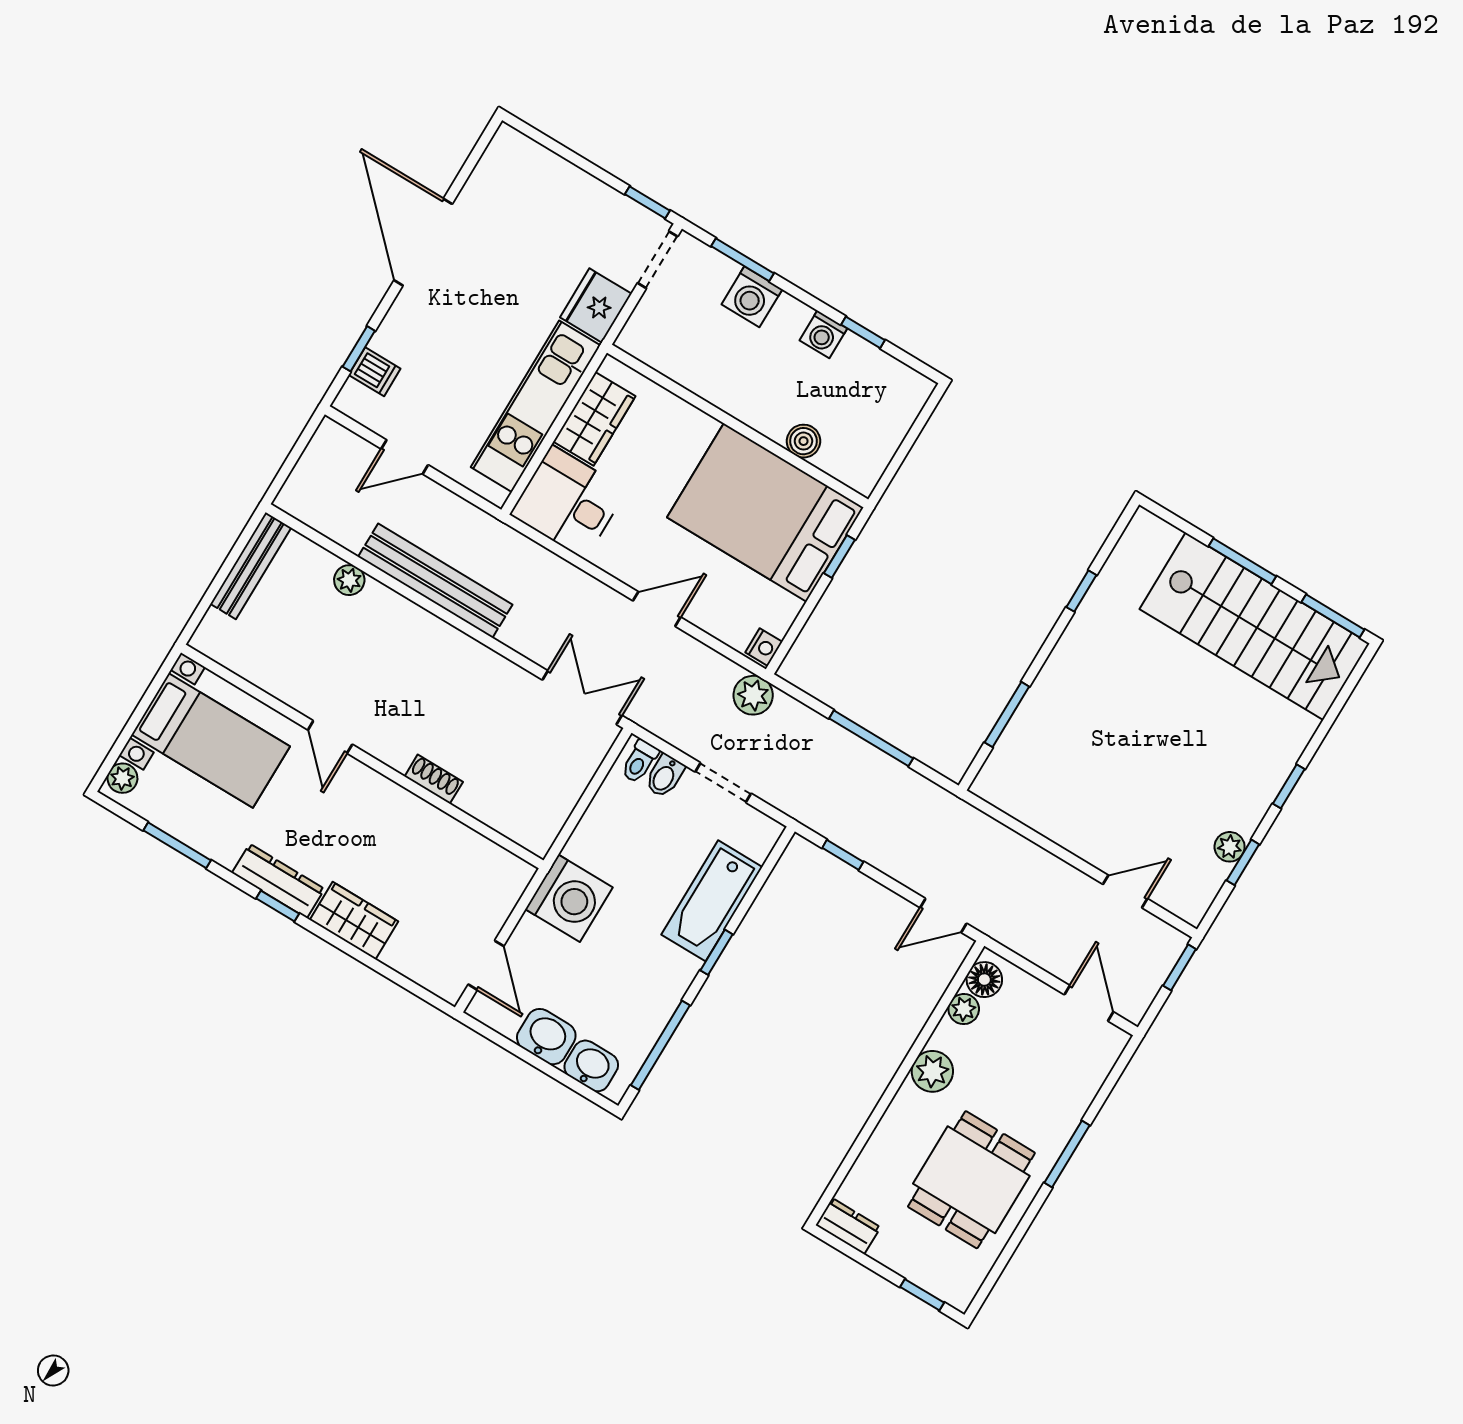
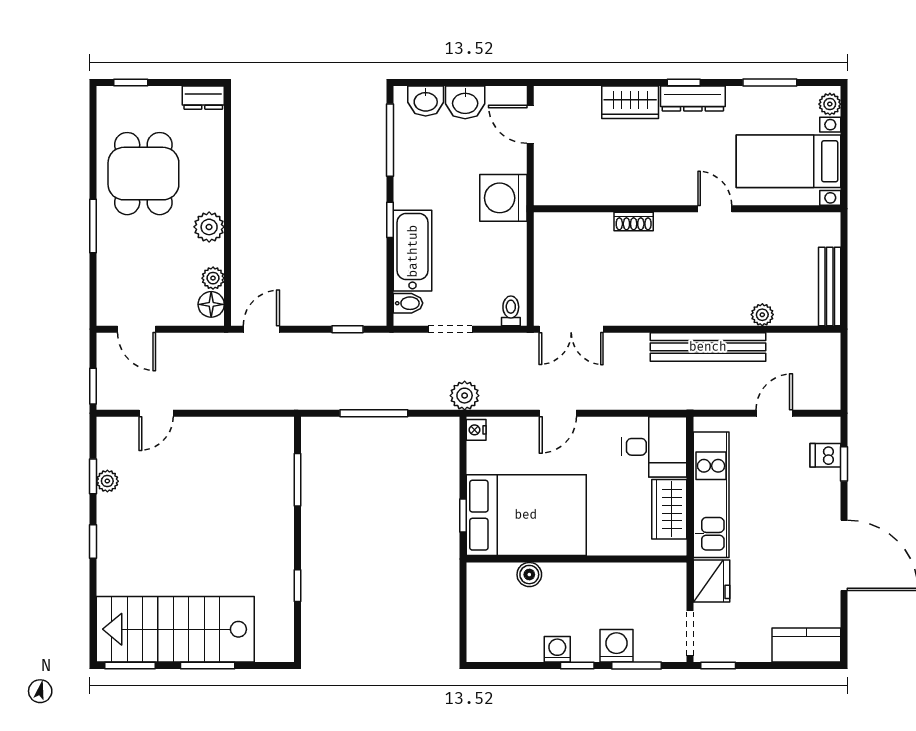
kitchen counter: (530, 164) -> (806, 645), added
window: (863, 332) -> (577, 665), moved
bidet: (665, 776) -> (408, 303), moved, turned 90

